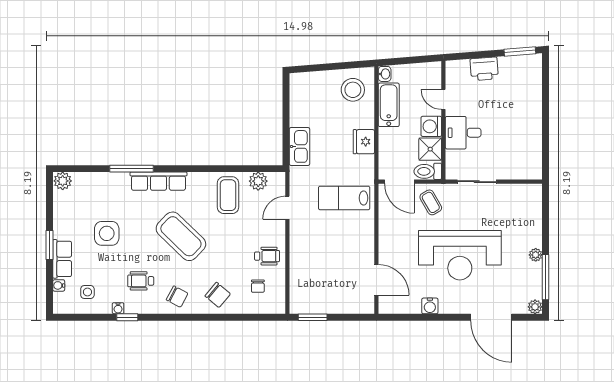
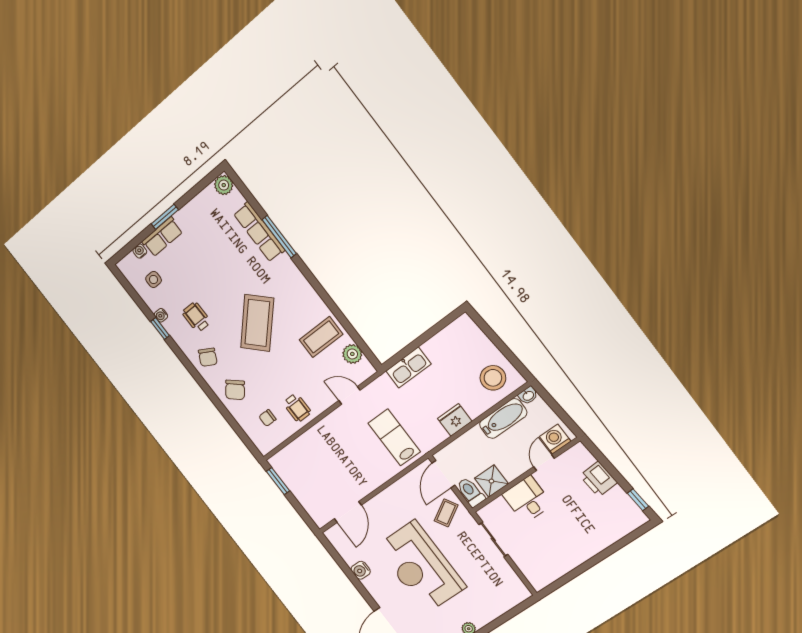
window: (520, 51) -> (638, 500), width x0.67
washing machine: (431, 126) -> (555, 439), moved
row of seats: (158, 181) -> (259, 232), moved
side table: (107, 233) -> (211, 258), removed

